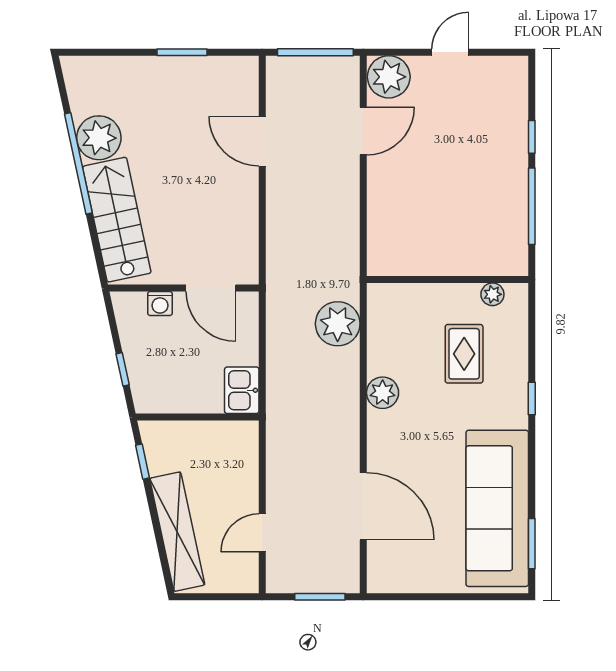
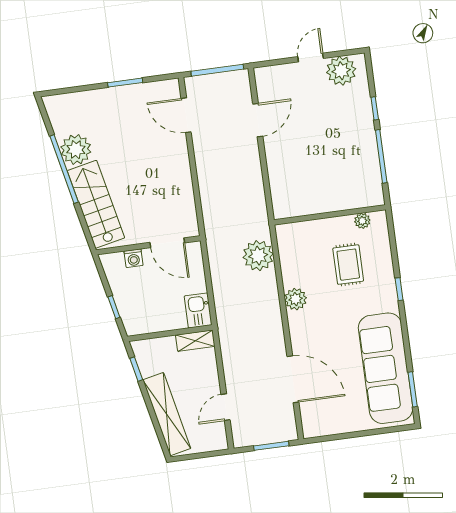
plant: (389, 77) -> (341, 71), moved
door: (262, 141) -> (186, 115), moved
shelving: (232, 433) -> (195, 341), added

